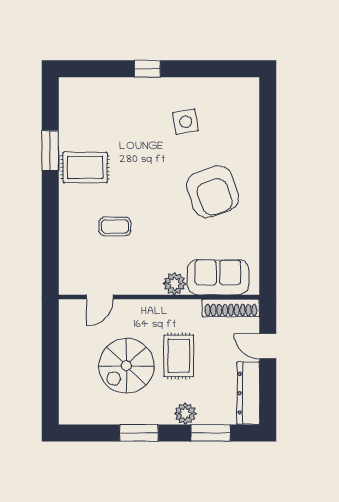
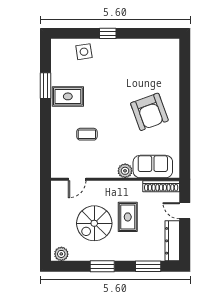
side table: (186, 122) -> (84, 52), moved
plant: (185, 414) -> (61, 254), moved

